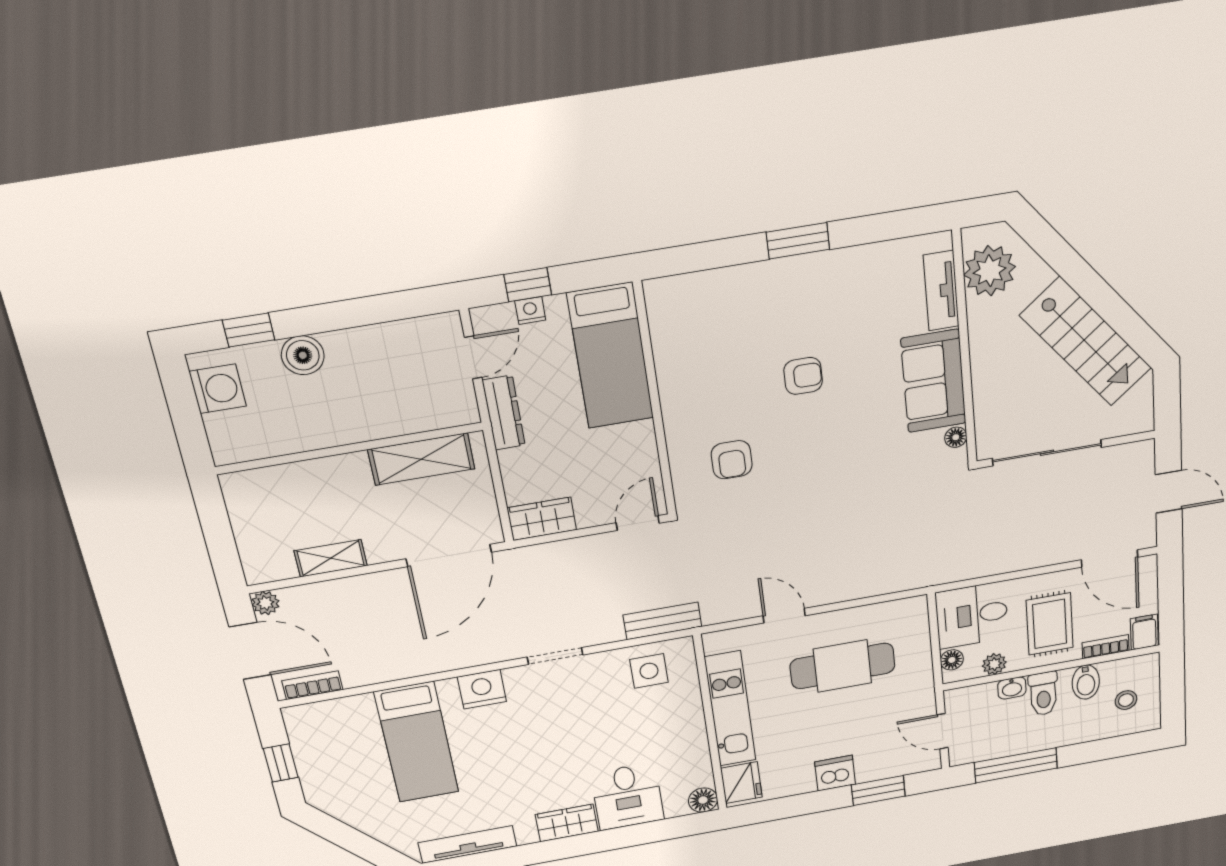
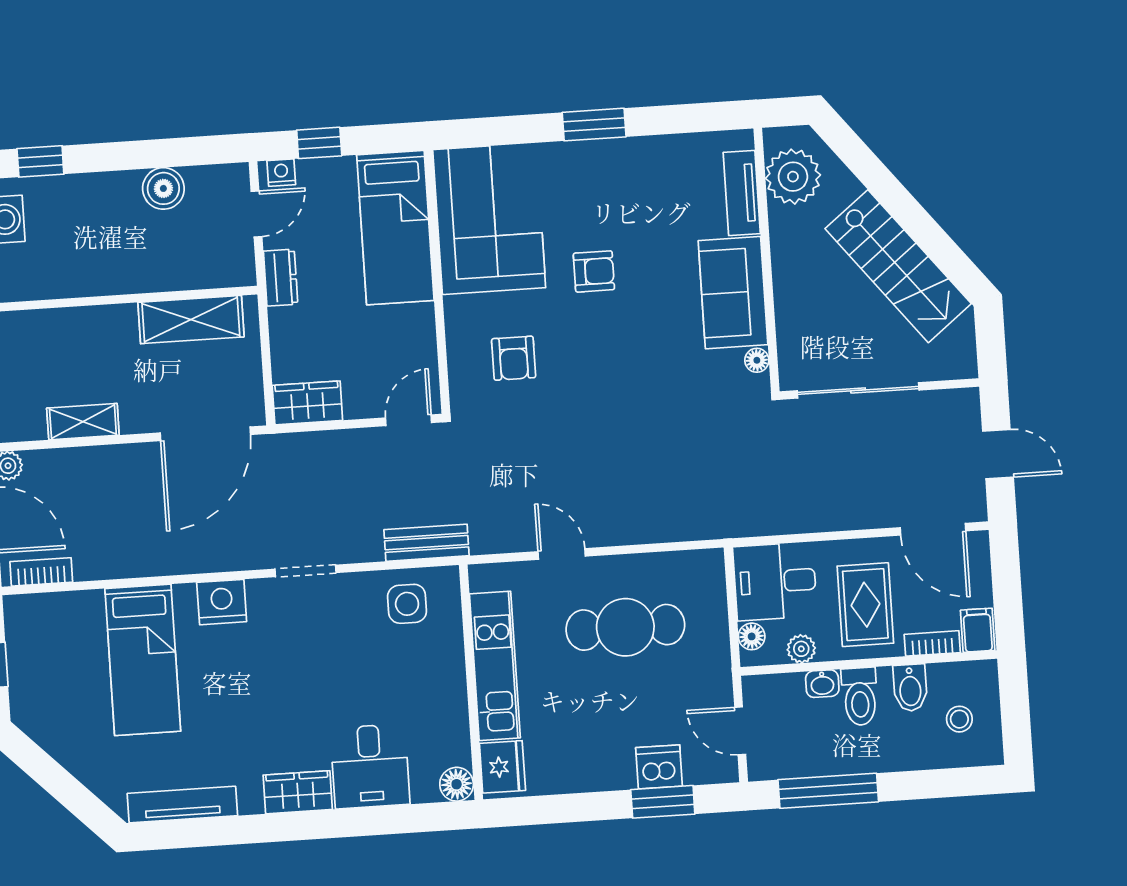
nightstand: (530, 310) -> (281, 173), moved
corner sofa: (701, 339) -> (489, 219), added
boiler: (303, 355) -> (163, 188), moved
dresser: (504, 413) -> (281, 278), width x0.70
dishwasher: (835, 773) -> (659, 767), moved

